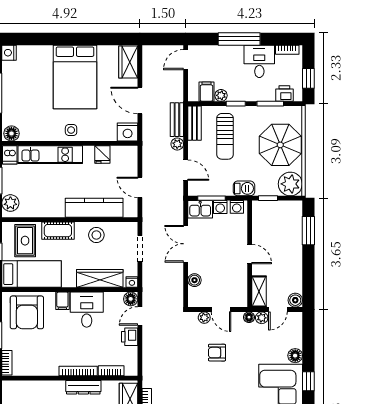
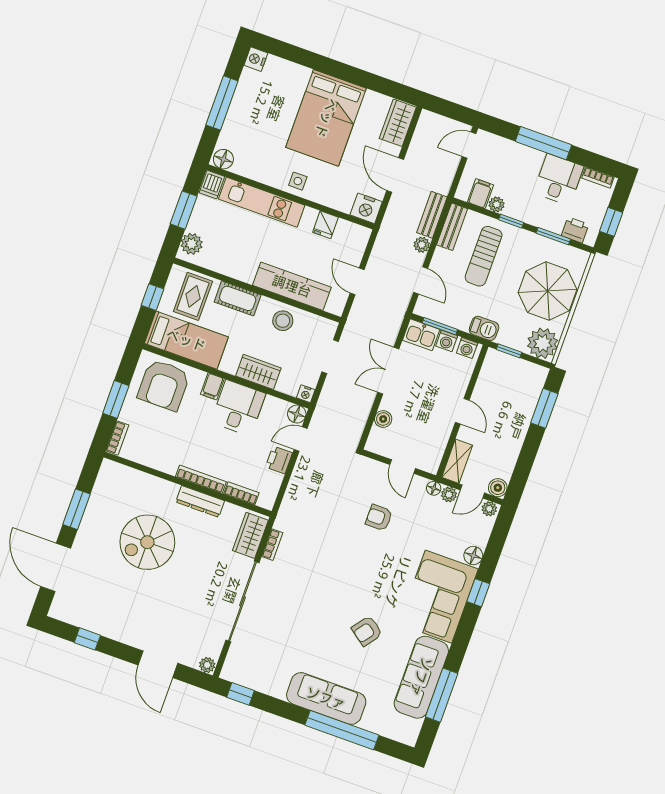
wardrobe: (100, 278) -> (258, 372), width x0.67
plant: (204, 318) -> (489, 509), moved

